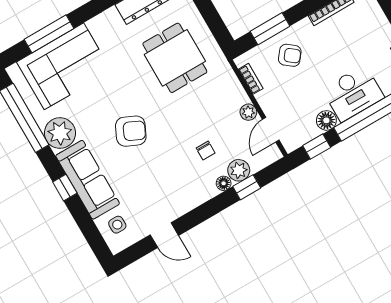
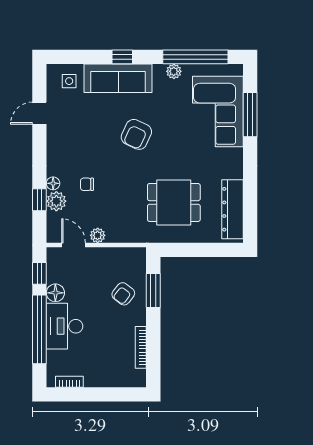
bookcase: (251, 79) -> (123, 252), removed
plant: (60, 133) -> (174, 71), width x0.53, depth x0.53

